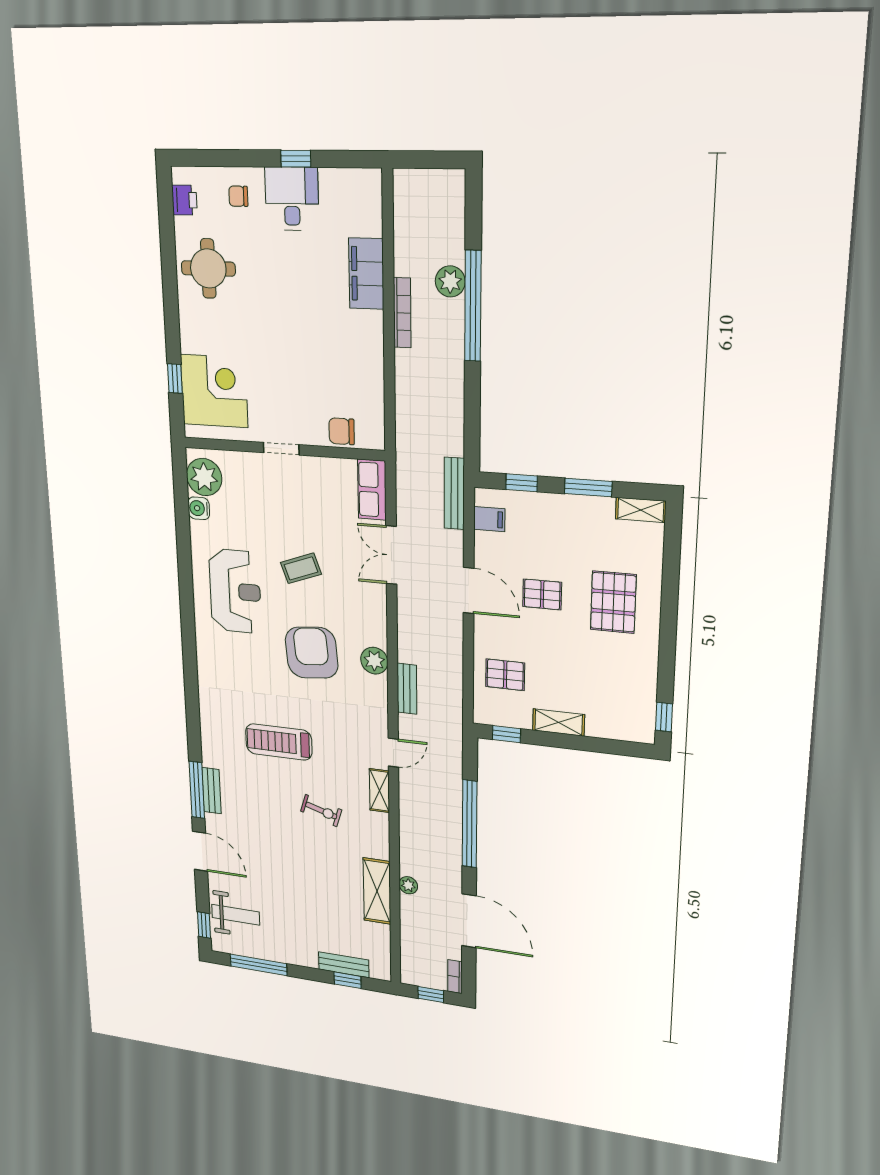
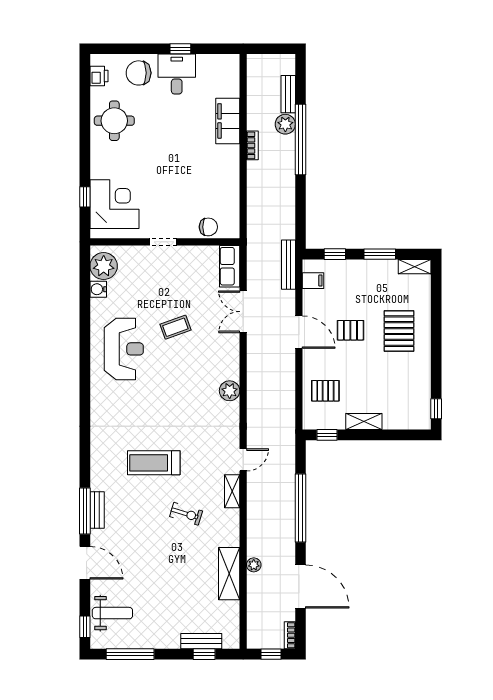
chair: (238, 196) -> (139, 73), width x1.87, depth x1.87
bookcase: (402, 313) -> (252, 145), width x0.64
chair: (342, 431) -> (208, 227), turned 180
armchair: (312, 653) -> (182, 390), removed
bench: (407, 689) -> (288, 94), moved

